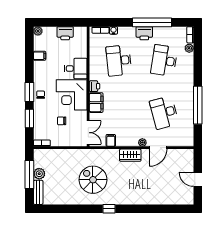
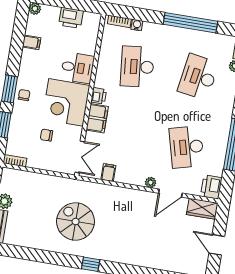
printer: (144, 33) -> (211, 187), moved, turned 90
wardrobe: (130, 155) -> (202, 209), moved

